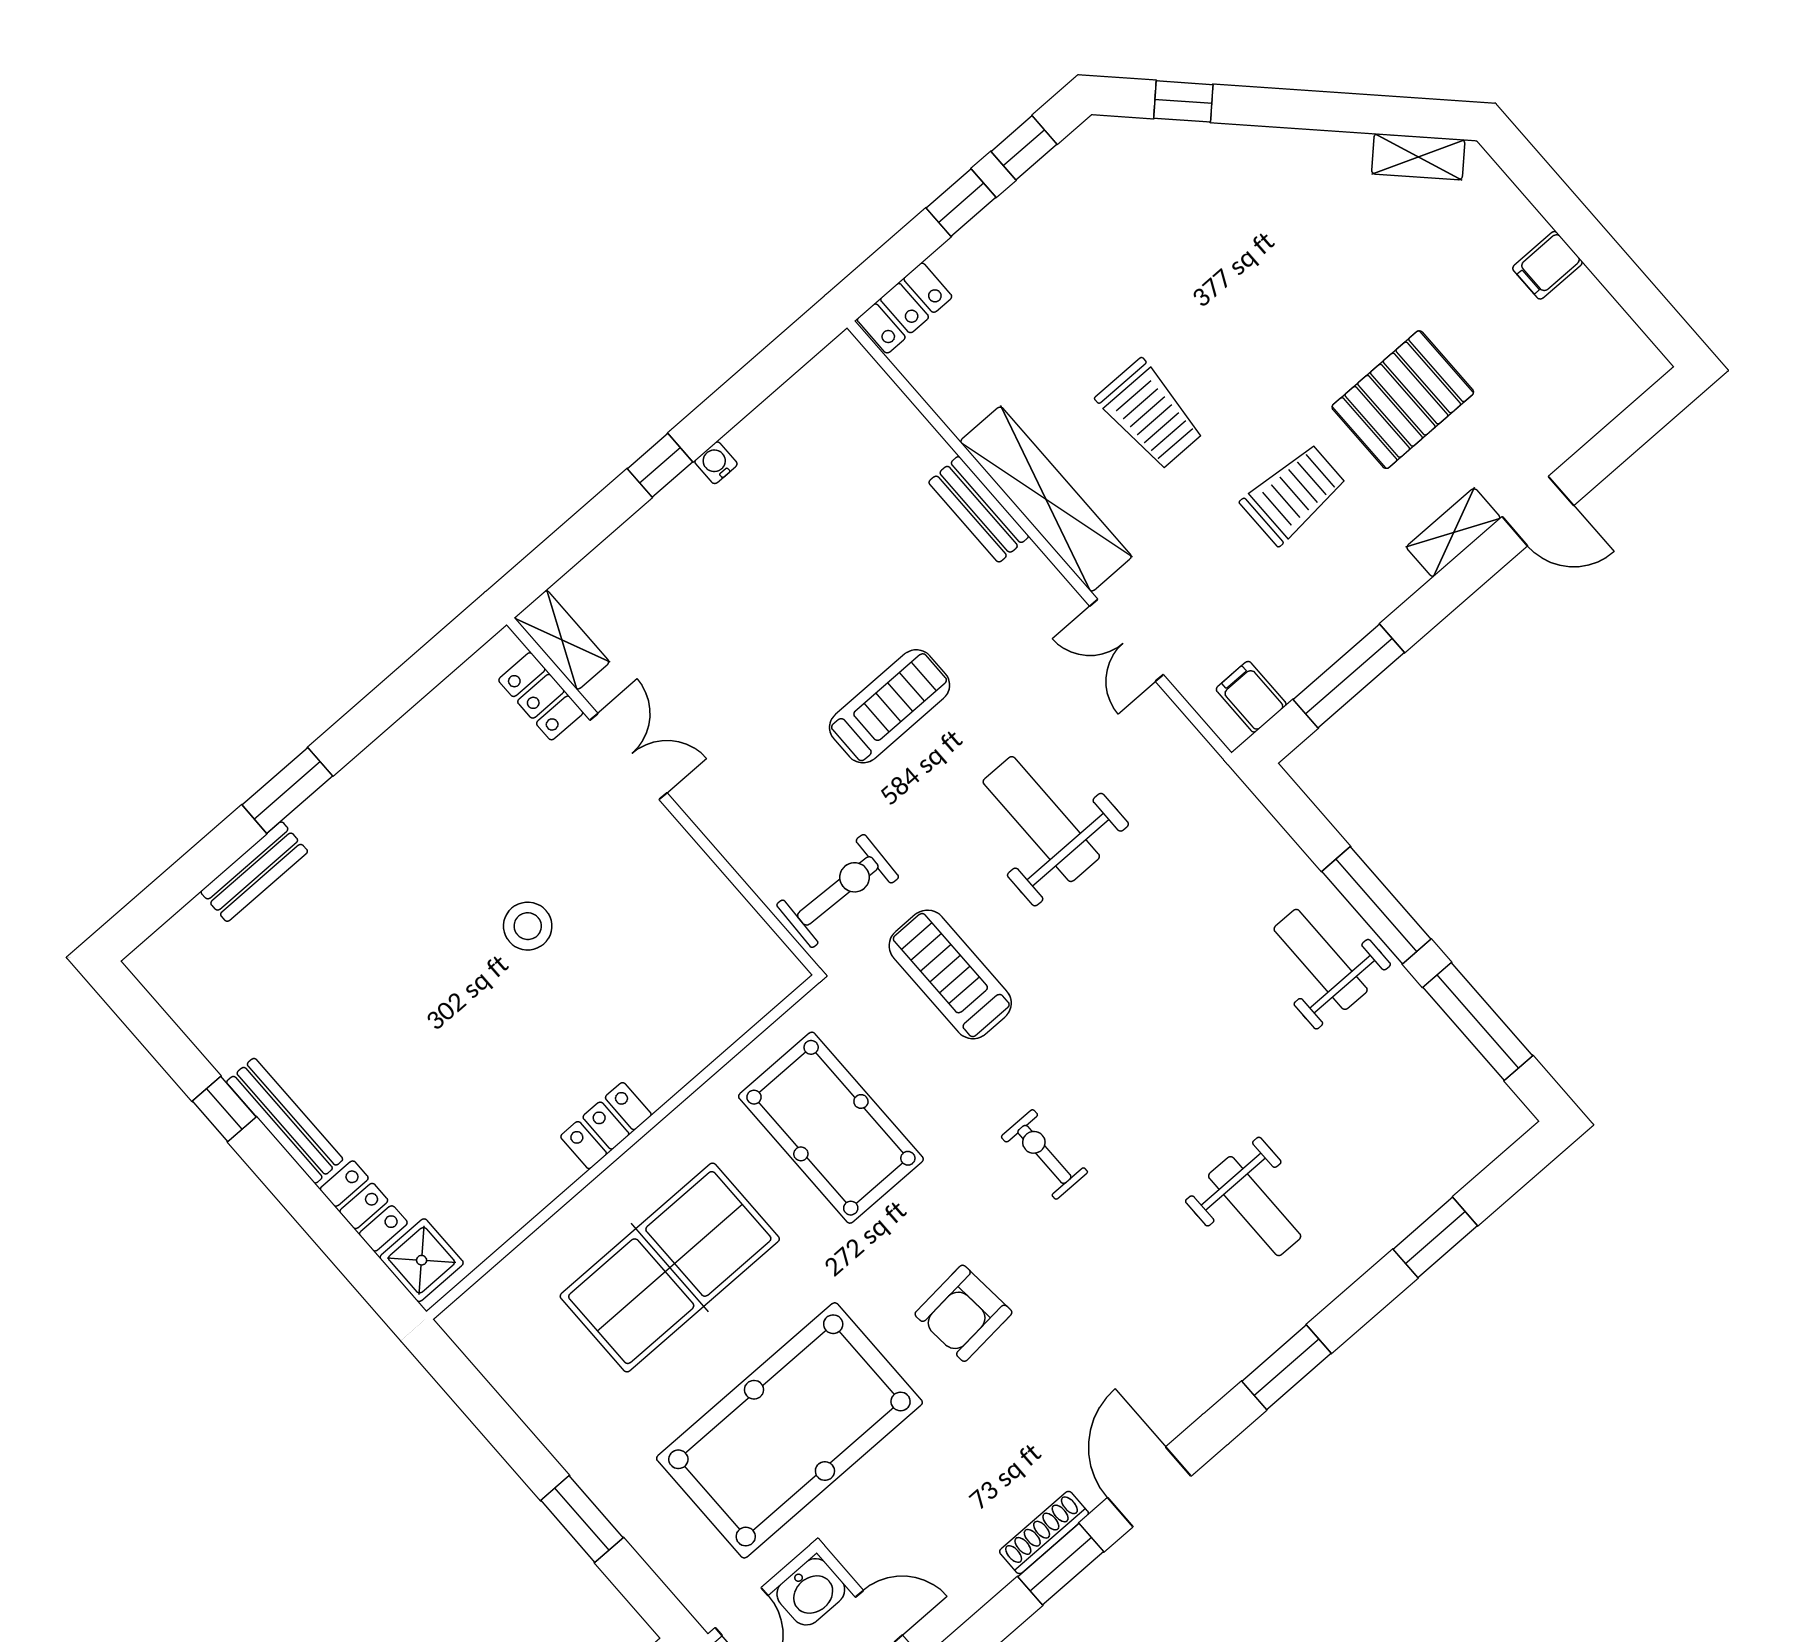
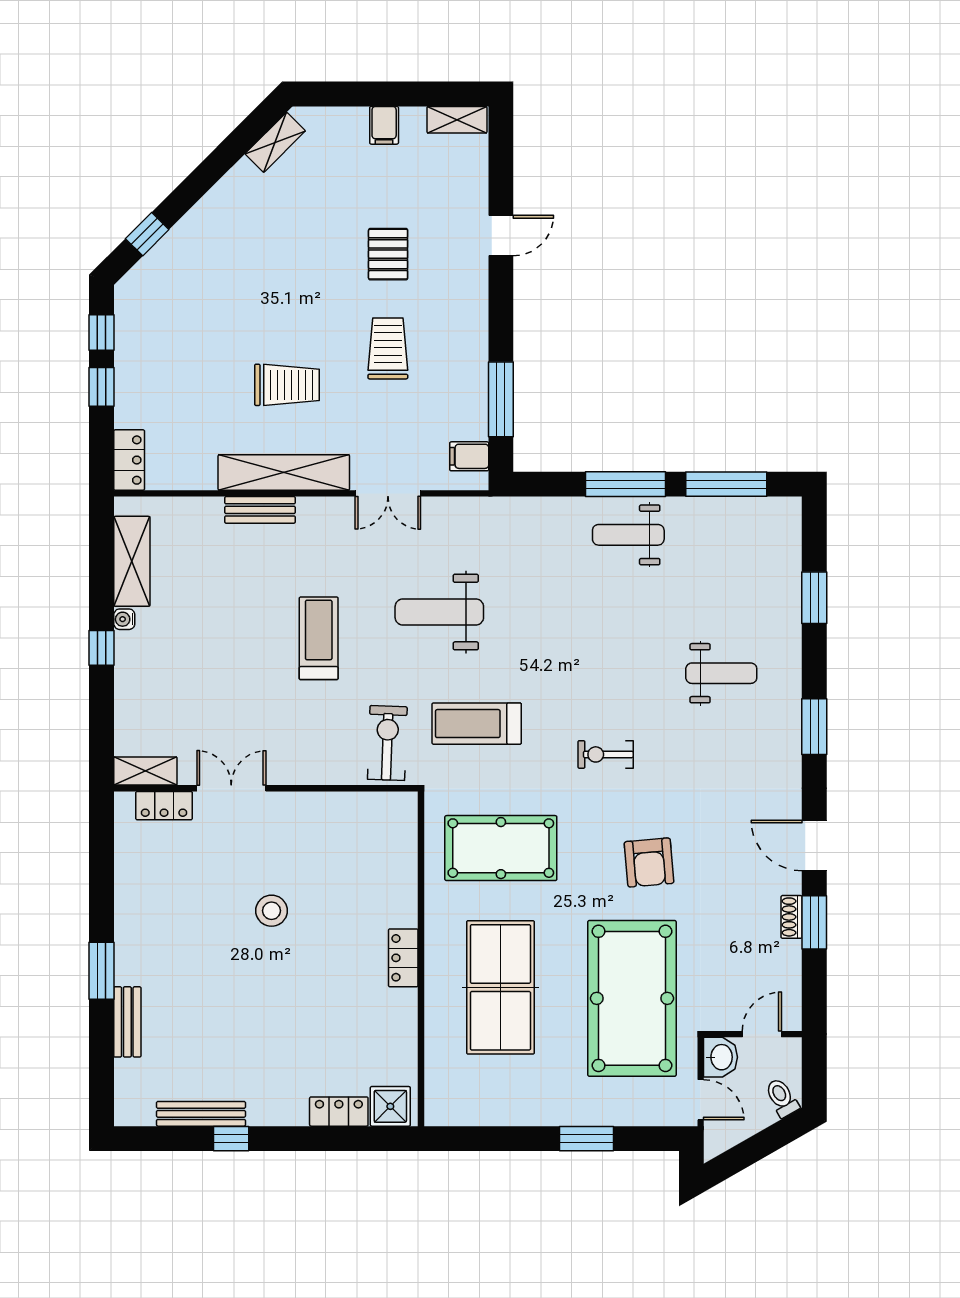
pallet: (1403, 400) -> (388, 254), width x0.67, depth x0.71
shelving: (790, 413) -> (132, 561), added
shelving: (1453, 533) -> (457, 120), moved, turned 90
bench: (285, 1121) -> (201, 1114), moved
shoe rack: (1044, 1533) -> (792, 917), width x0.70

